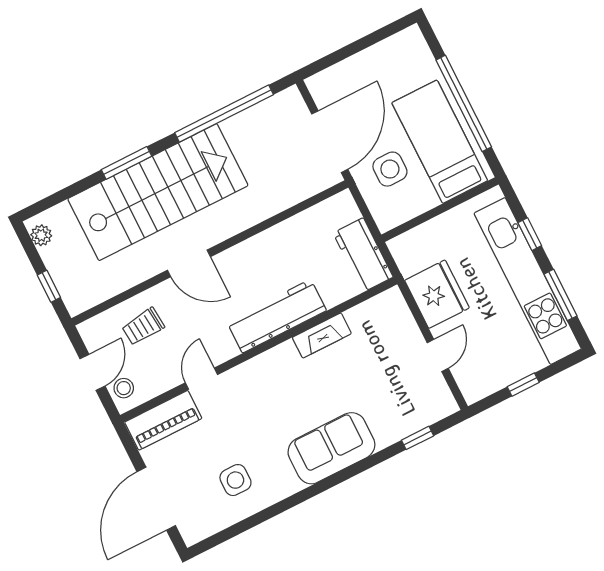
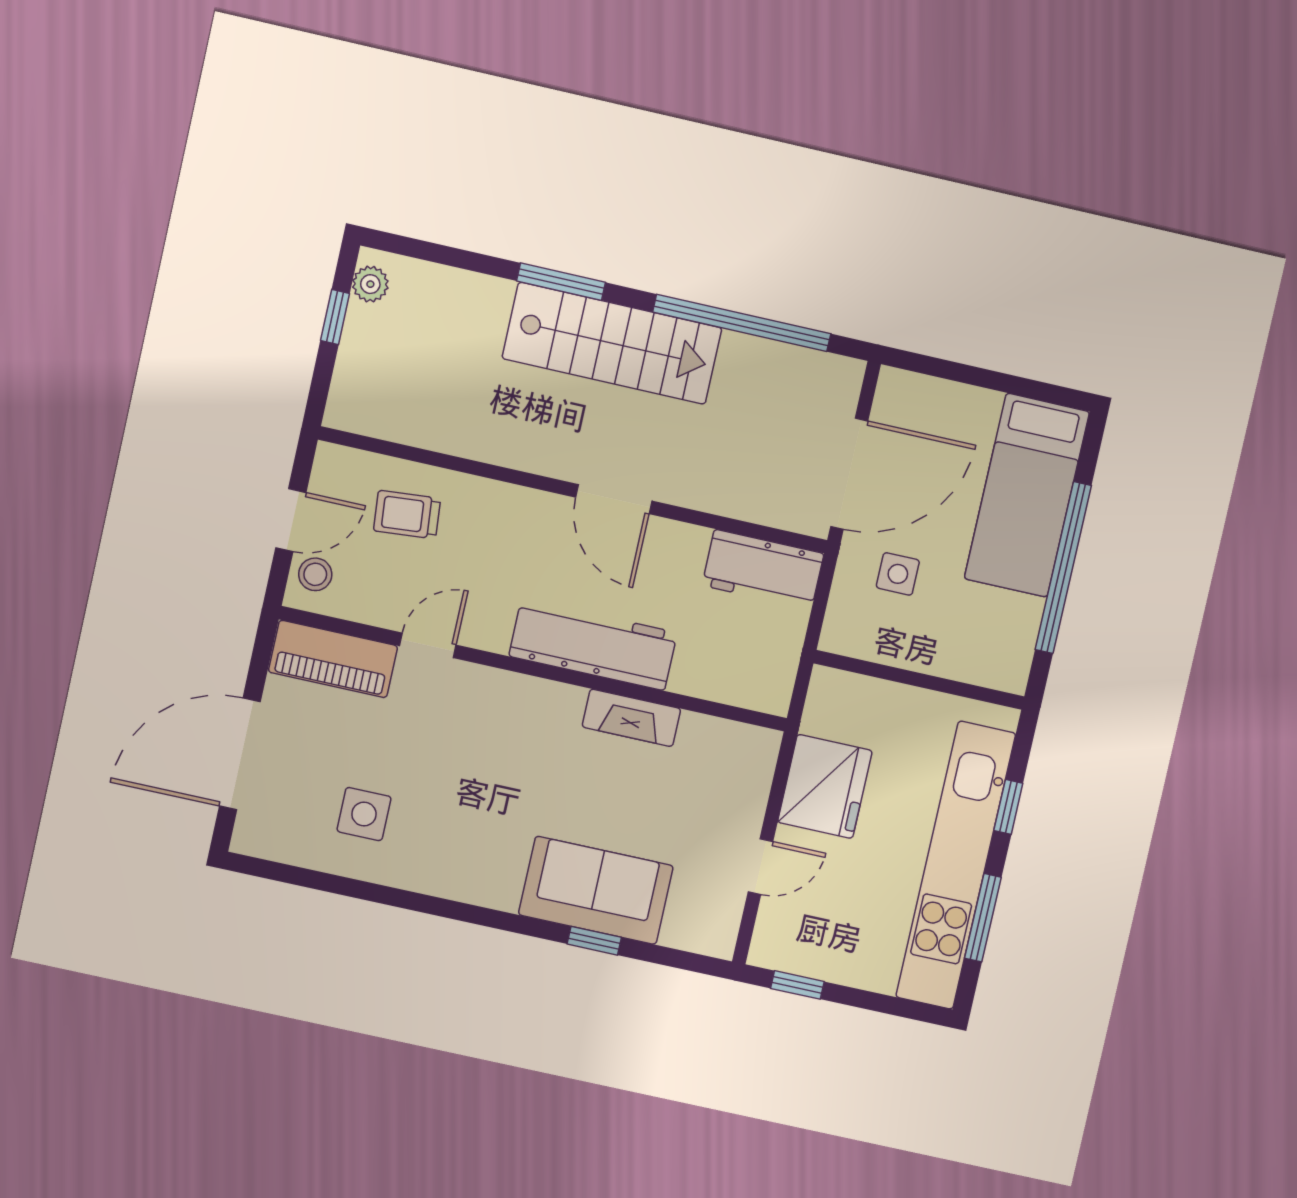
bed: (440, 142) -> (1027, 495), moved, turned 180
side table: (390, 169) -> (898, 574), width x0.73, depth x0.73
stairs: (158, 192) -> (612, 343), width x0.73, depth x0.66
workbench: (363, 255) -> (763, 569), moved, turned -90
door: (189, 263) -> (614, 499), moved
window: (49, 286) -> (335, 317), moved
window: (523, 385) -> (797, 985), moved
window: (418, 438) -> (594, 941), moved
sofa: (331, 448) -> (596, 890), moved

